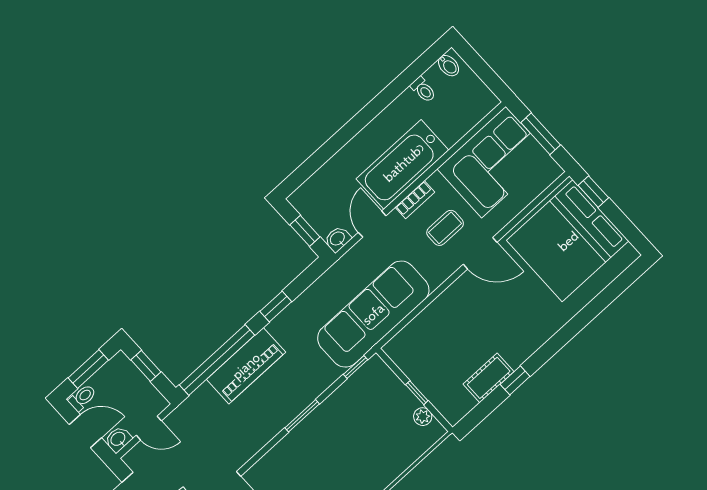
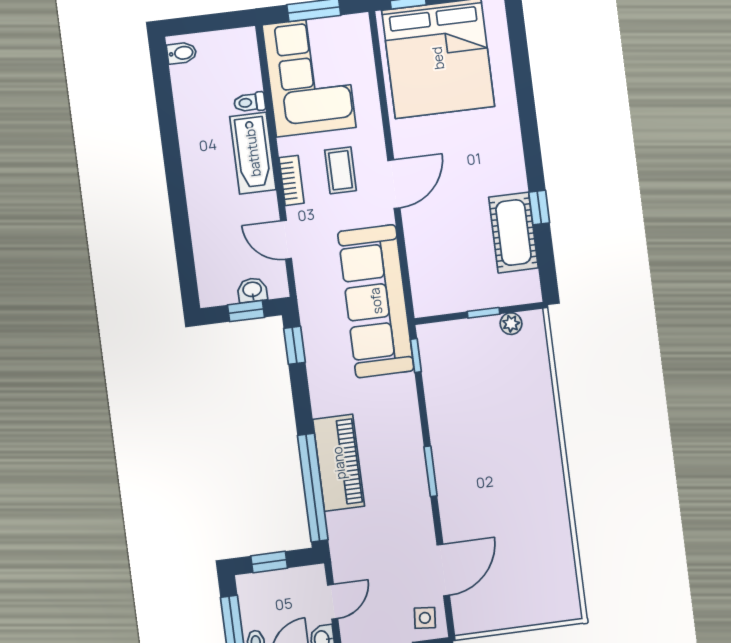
toilet: (423, 90) -> (250, 102), moved, turned 180
bathtub: (402, 164) -> (253, 153), width x0.73, depth x0.73
washbasin: (338, 239) -> (252, 290), moved, turned 90
door: (480, 253) -> (394, 184), moved
window: (276, 306) -> (294, 345), moved
cot: (489, 378) -> (513, 233), width x1.37, depth x1.34
window: (302, 416) -> (431, 471), moved

